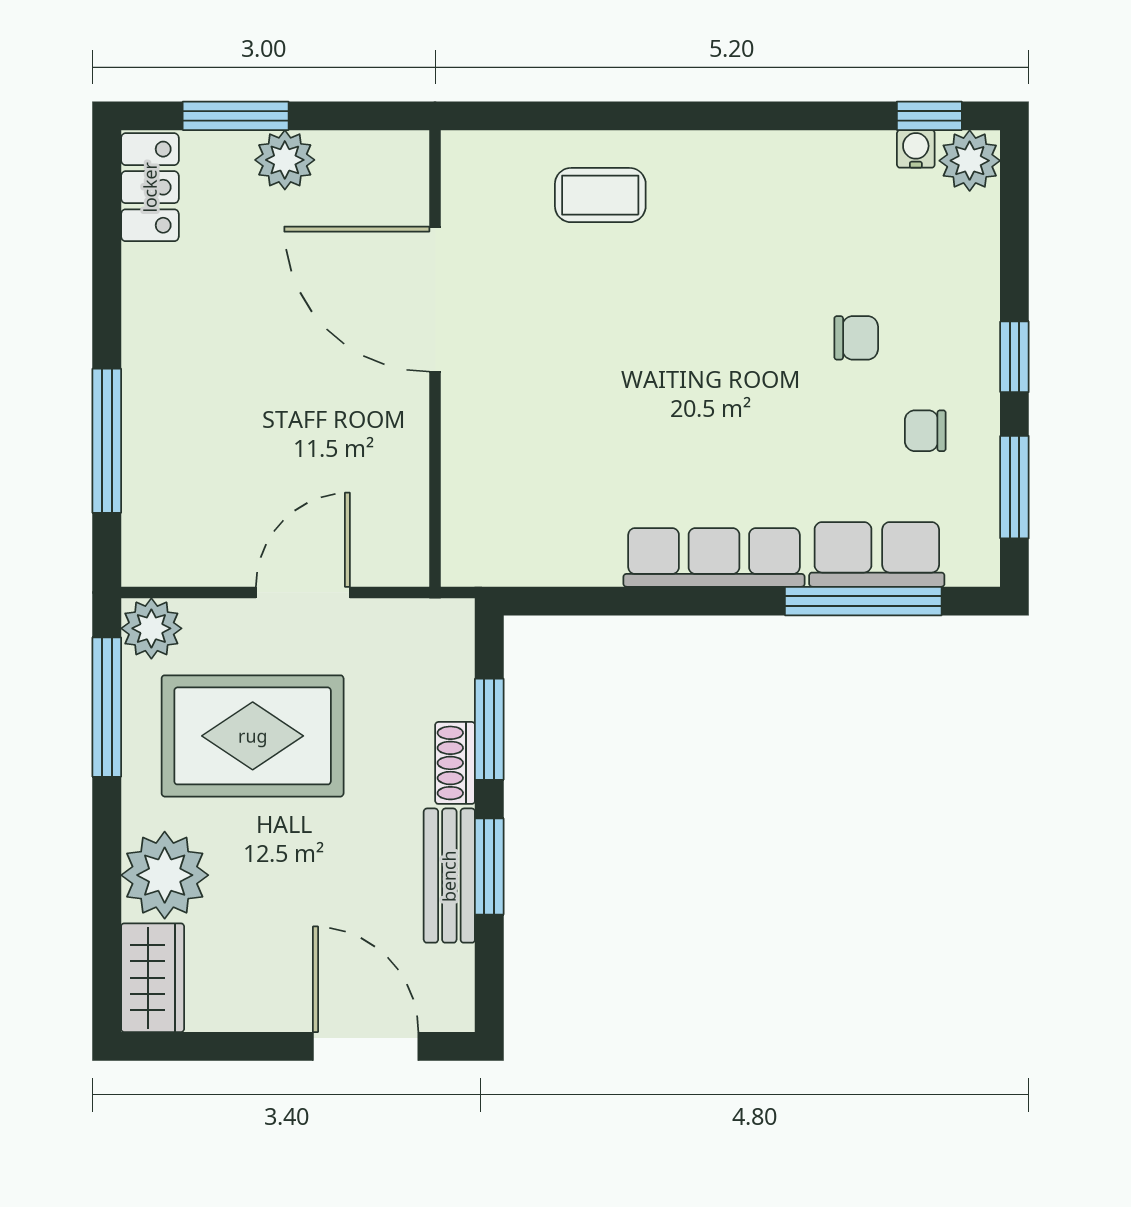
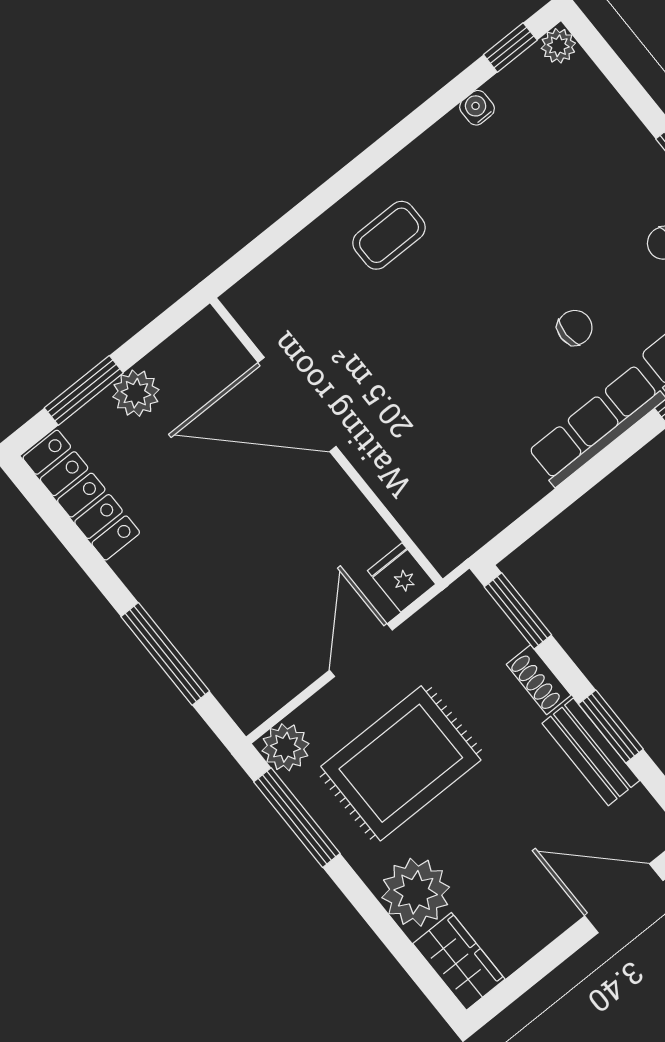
water cooler: (916, 149) -> (477, 108), moved
plant: (970, 161) -> (558, 46), width x0.73, depth x0.73
locker: (150, 187) -> (81, 495), width x1.53
coffee table: (600, 195) -> (389, 235), moved
chair: (856, 338) -> (575, 328), moved
fridge: (401, 553) -> (402, 577), added
window: (489, 729) -> (518, 611), moved

